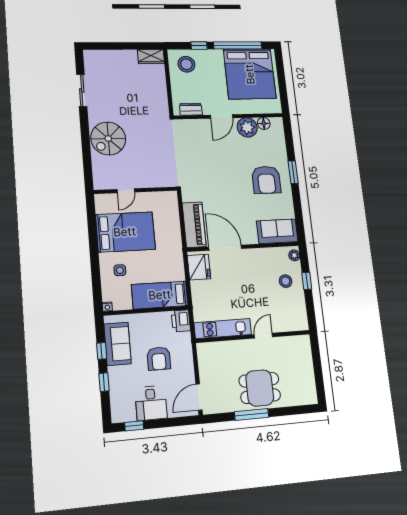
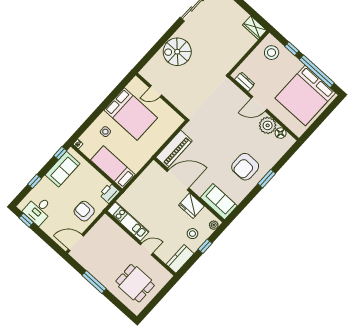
door: (225, 248) -> (178, 180), hinge flipped
fridge: (199, 267) -> (191, 206), moved, turned 90
kitchen counter: (299, 314) -> (180, 259), added
window: (102, 351) -> (60, 153), moved
armchair: (159, 358) -> (84, 211), moved, turned 90
dining table: (260, 388) -> (135, 283), moved
desk: (151, 403) -> (38, 210), moved

